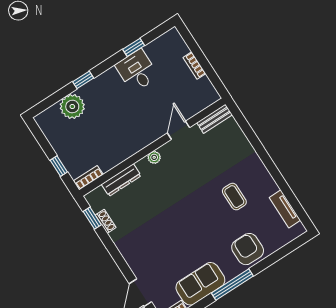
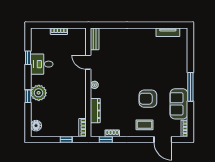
plant: (72, 107) -> (39, 93), moved
floor lamp: (52, 115) -> (36, 126), added
coffee table: (234, 197) -> (144, 125), moved
armchair: (248, 249) -> (148, 99), moved

